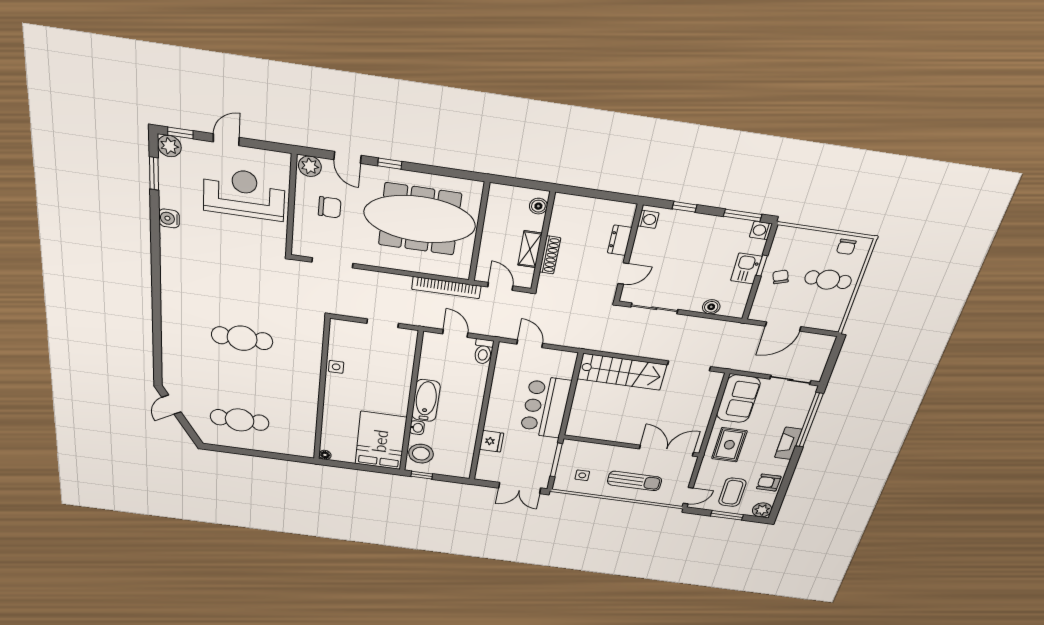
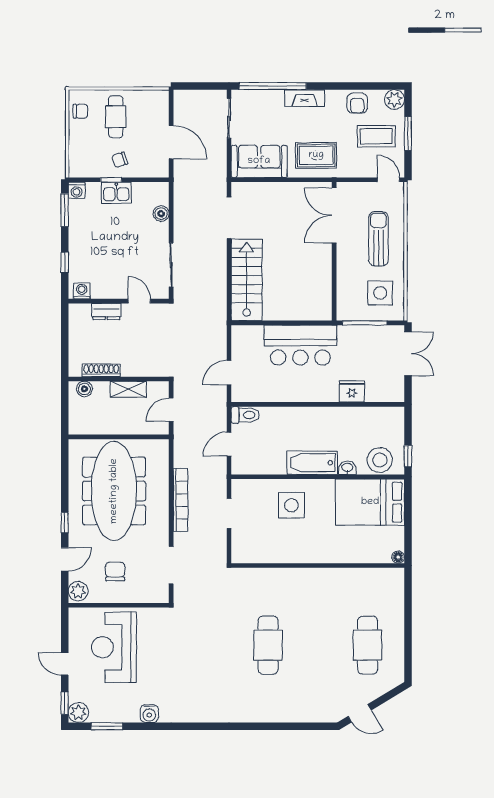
shoe rack: (550, 255) -> (101, 370), moved
bookcase: (446, 288) -> (180, 500), moved
side table: (336, 367) -> (291, 505), moved, width x1.87, depth x1.87
side table: (582, 475) -> (380, 293), width x1.87, depth x1.87

